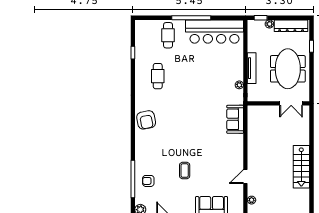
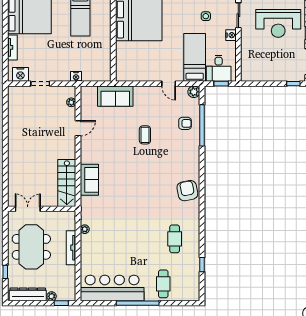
sofa: (235, 119) -> (89, 180), moved
stairs: (301, 167) -> (67, 183), moved, turned 180

